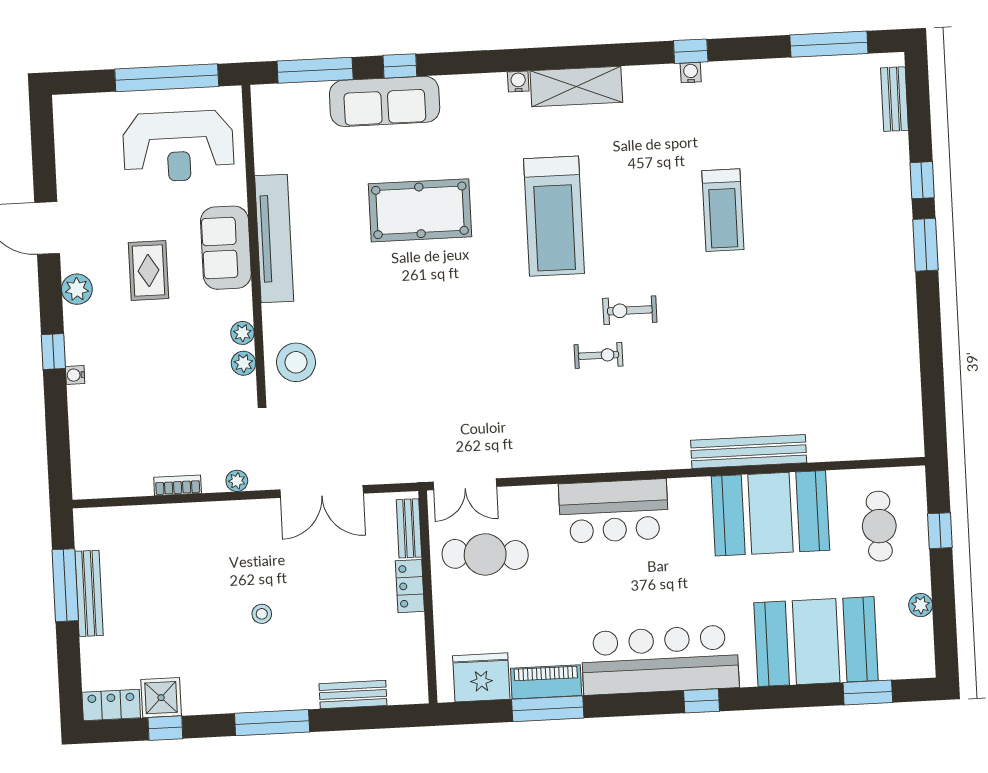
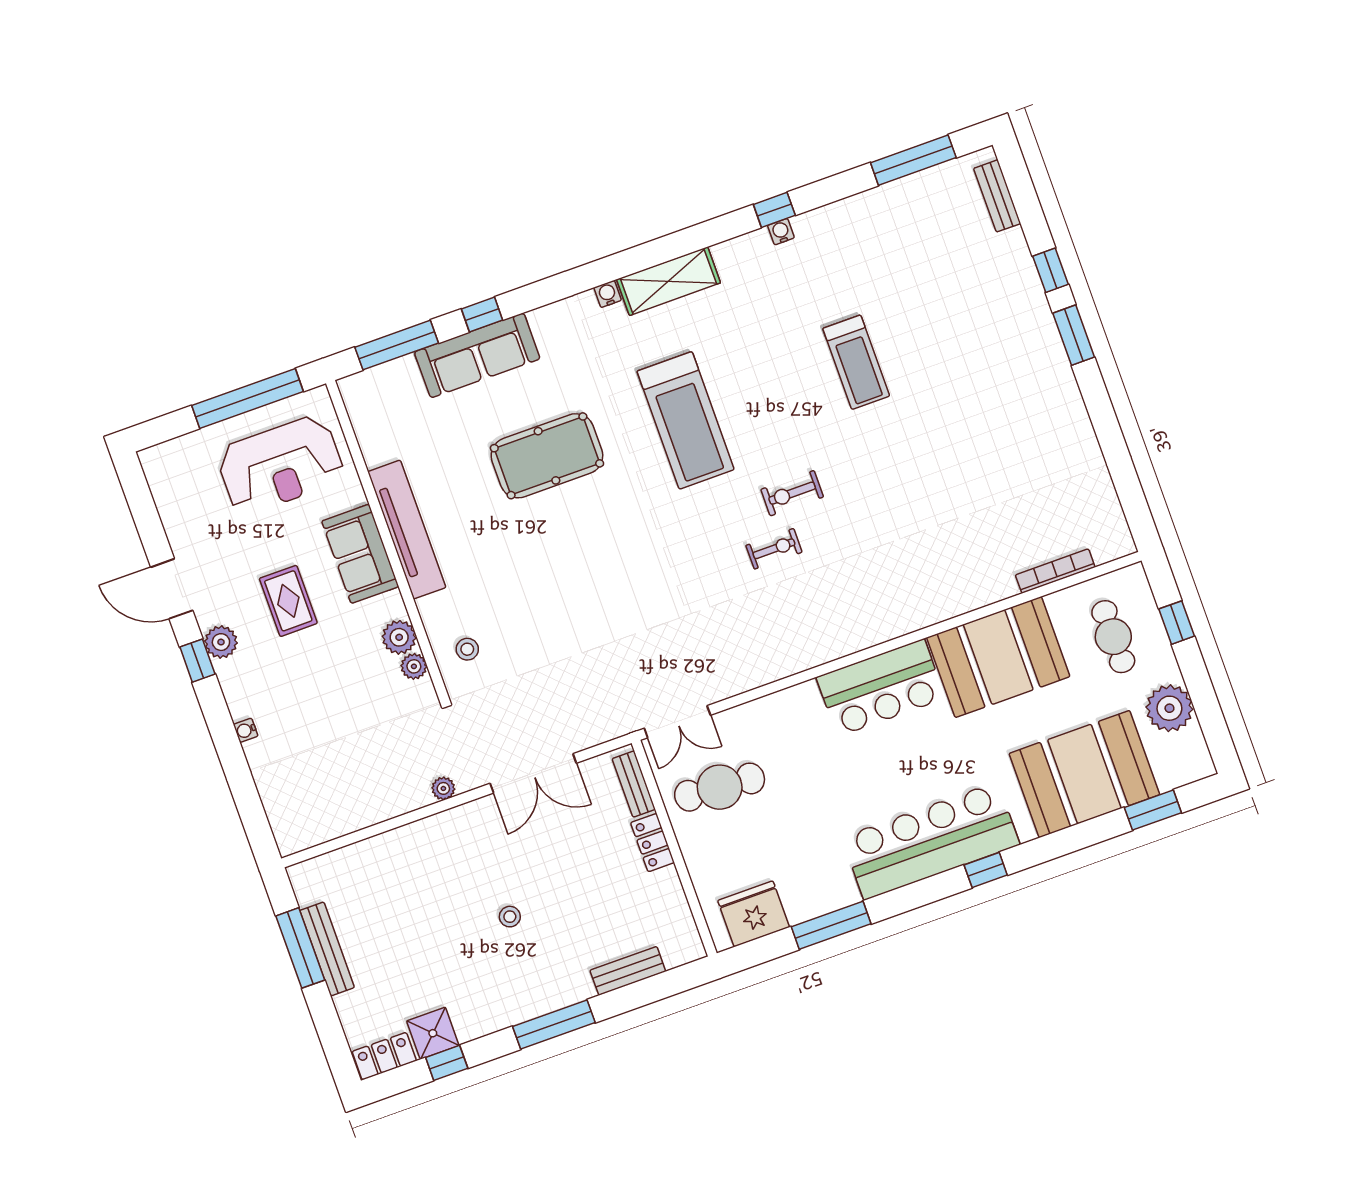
plant: (242, 333) -> (399, 637), width x1.38, depth x1.38
window: (53, 352) -> (197, 661), moved
stool: (296, 362) -> (467, 649), width x0.53, depth x0.53
bench: (749, 451) -> (957, 601), removed
bookcase: (178, 485) -> (1055, 571), moved, width x1.56
bar counter: (614, 511) -> (881, 688), moved
plant: (921, 605) -> (1169, 708), width x1.87, depth x1.87
piano: (546, 682) -> (821, 898), removed

